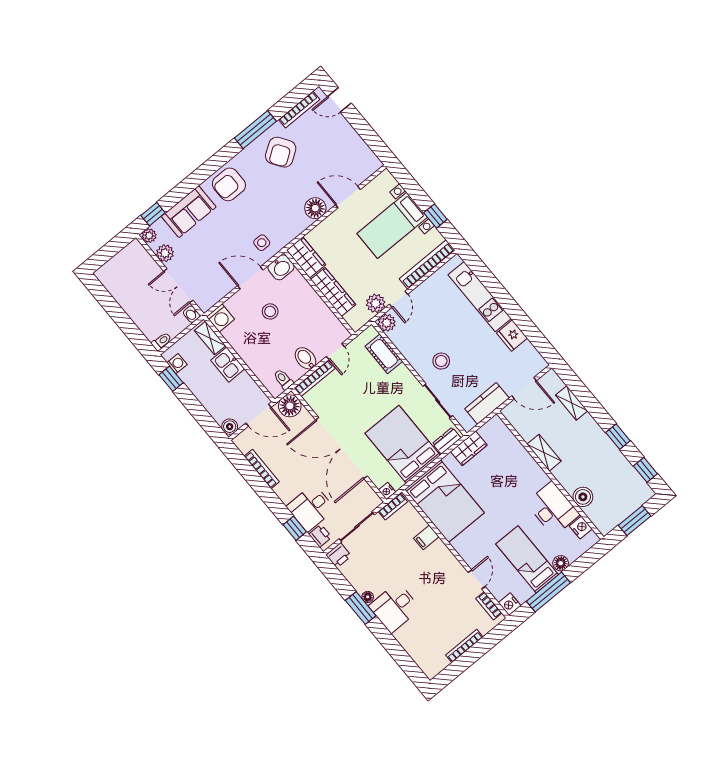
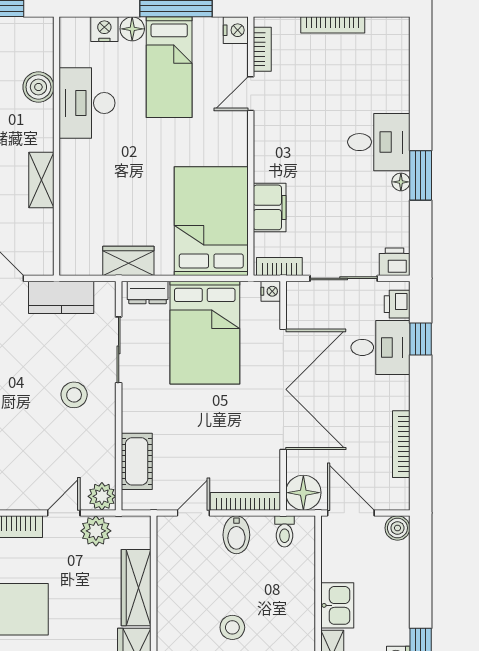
nightstand: (581, 527) -> (104, 29), moved, turned 90
filing cabinet: (426, 537) -> (270, 207), width x2.00

